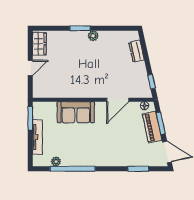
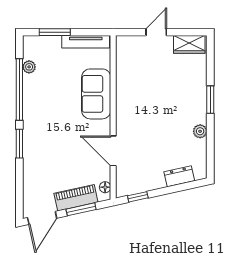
plant: (93, 36) -> (200, 131), moved
door: (30, 68) -> (156, 32), swing flipped
window: (30, 118) -> (55, 32), moved
tv unit: (37, 137) -> (86, 42), moved
window: (138, 169) -> (19, 144), moved

